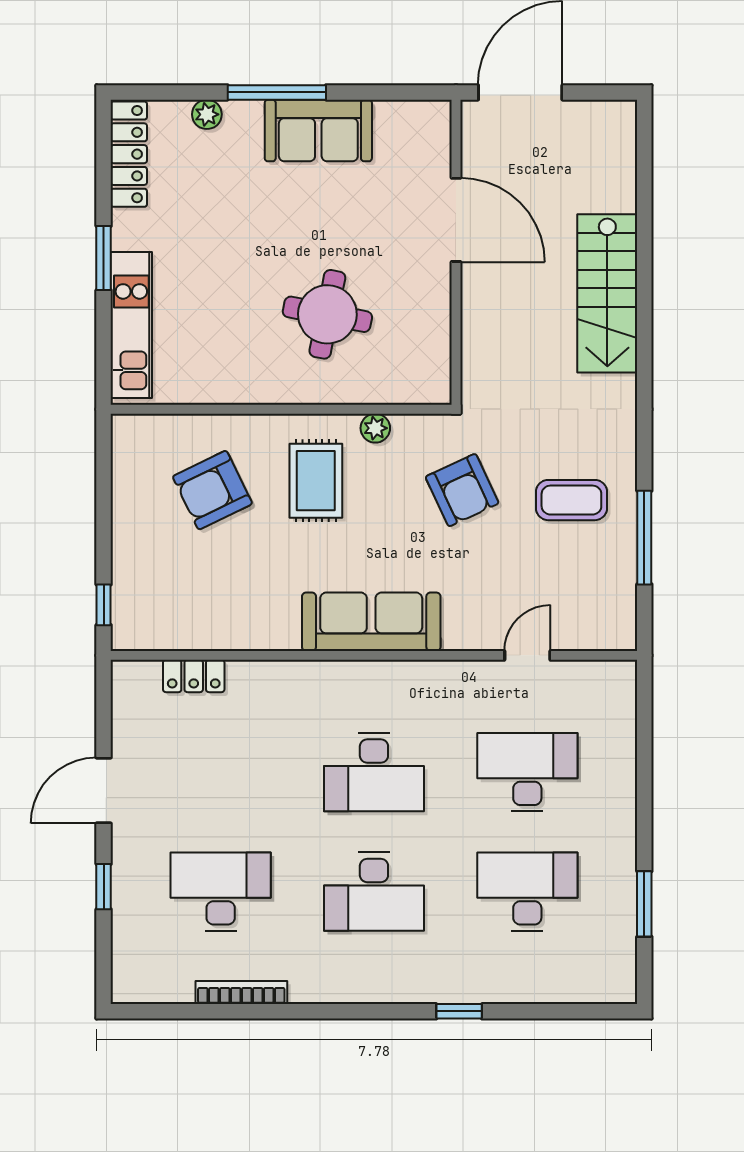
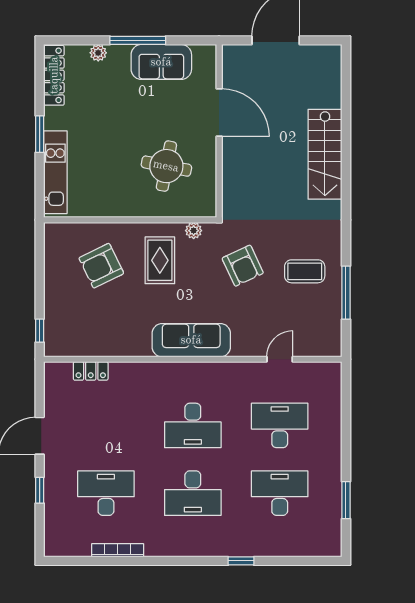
door: (456, 220) -> (219, 113), moved
wall: (456, 252) -> (219, 131), moved

